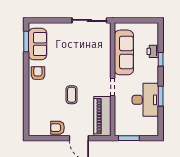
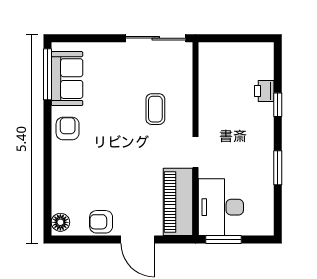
window: (26, 42) -> (47, 74), width x1.44
sofa: (124, 52) -> (215, 93), removed
coffee table: (72, 95) -> (155, 109), moved
desk: (145, 100) -> (221, 207), moved, turned 180
floor lamp: (34, 128) -> (60, 222), added

